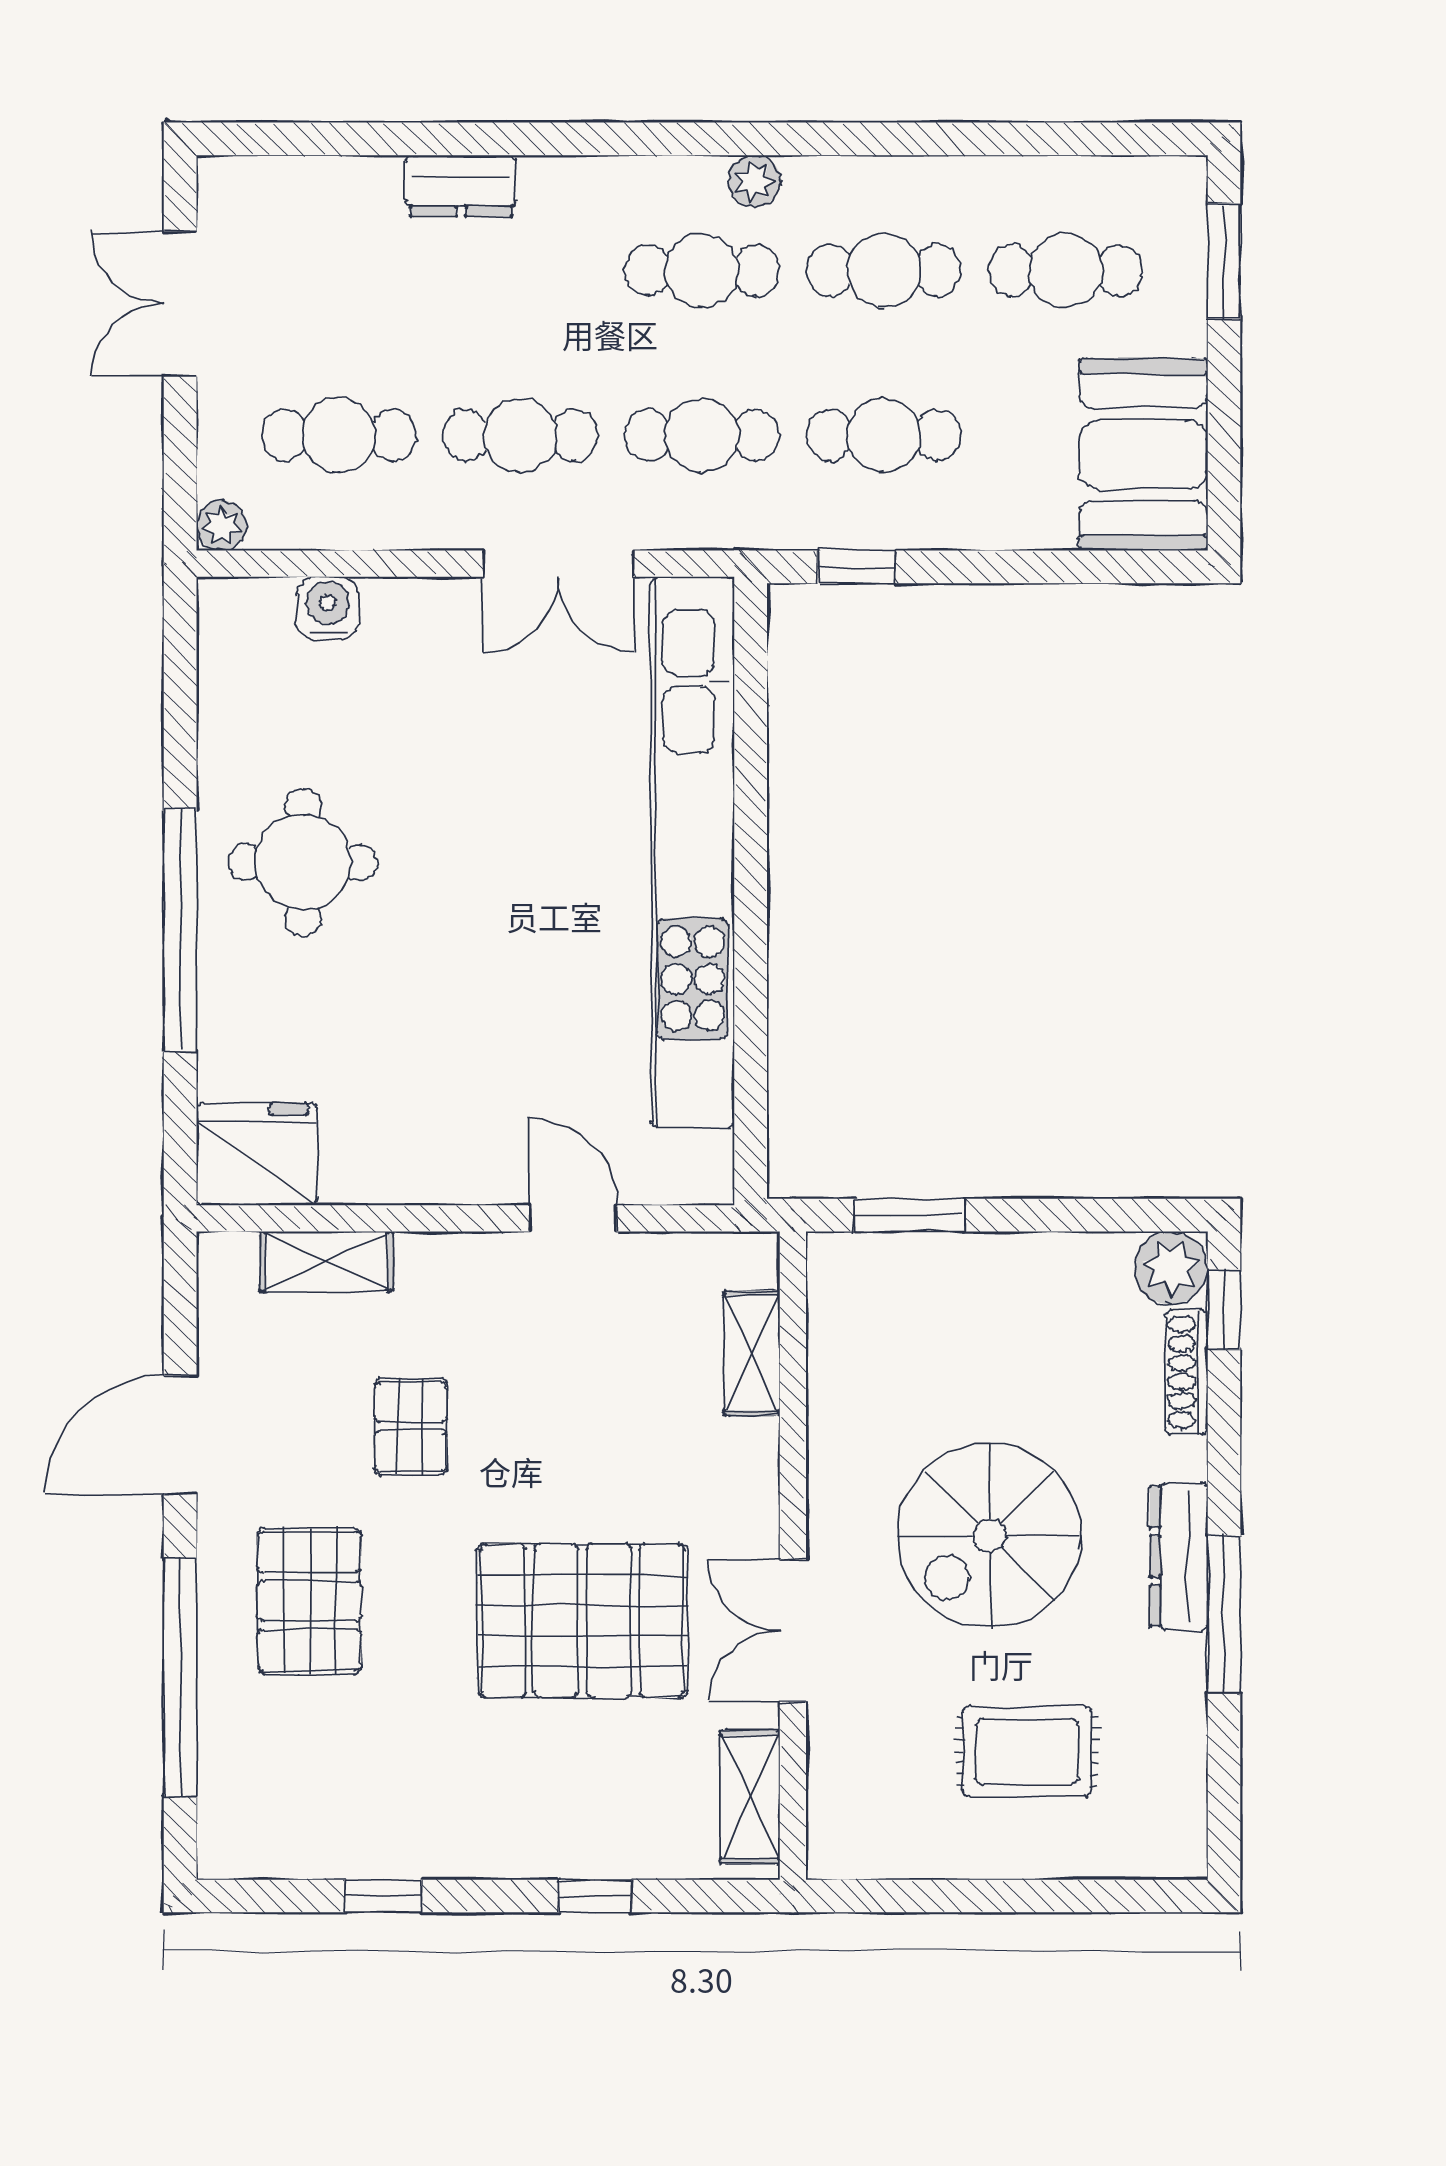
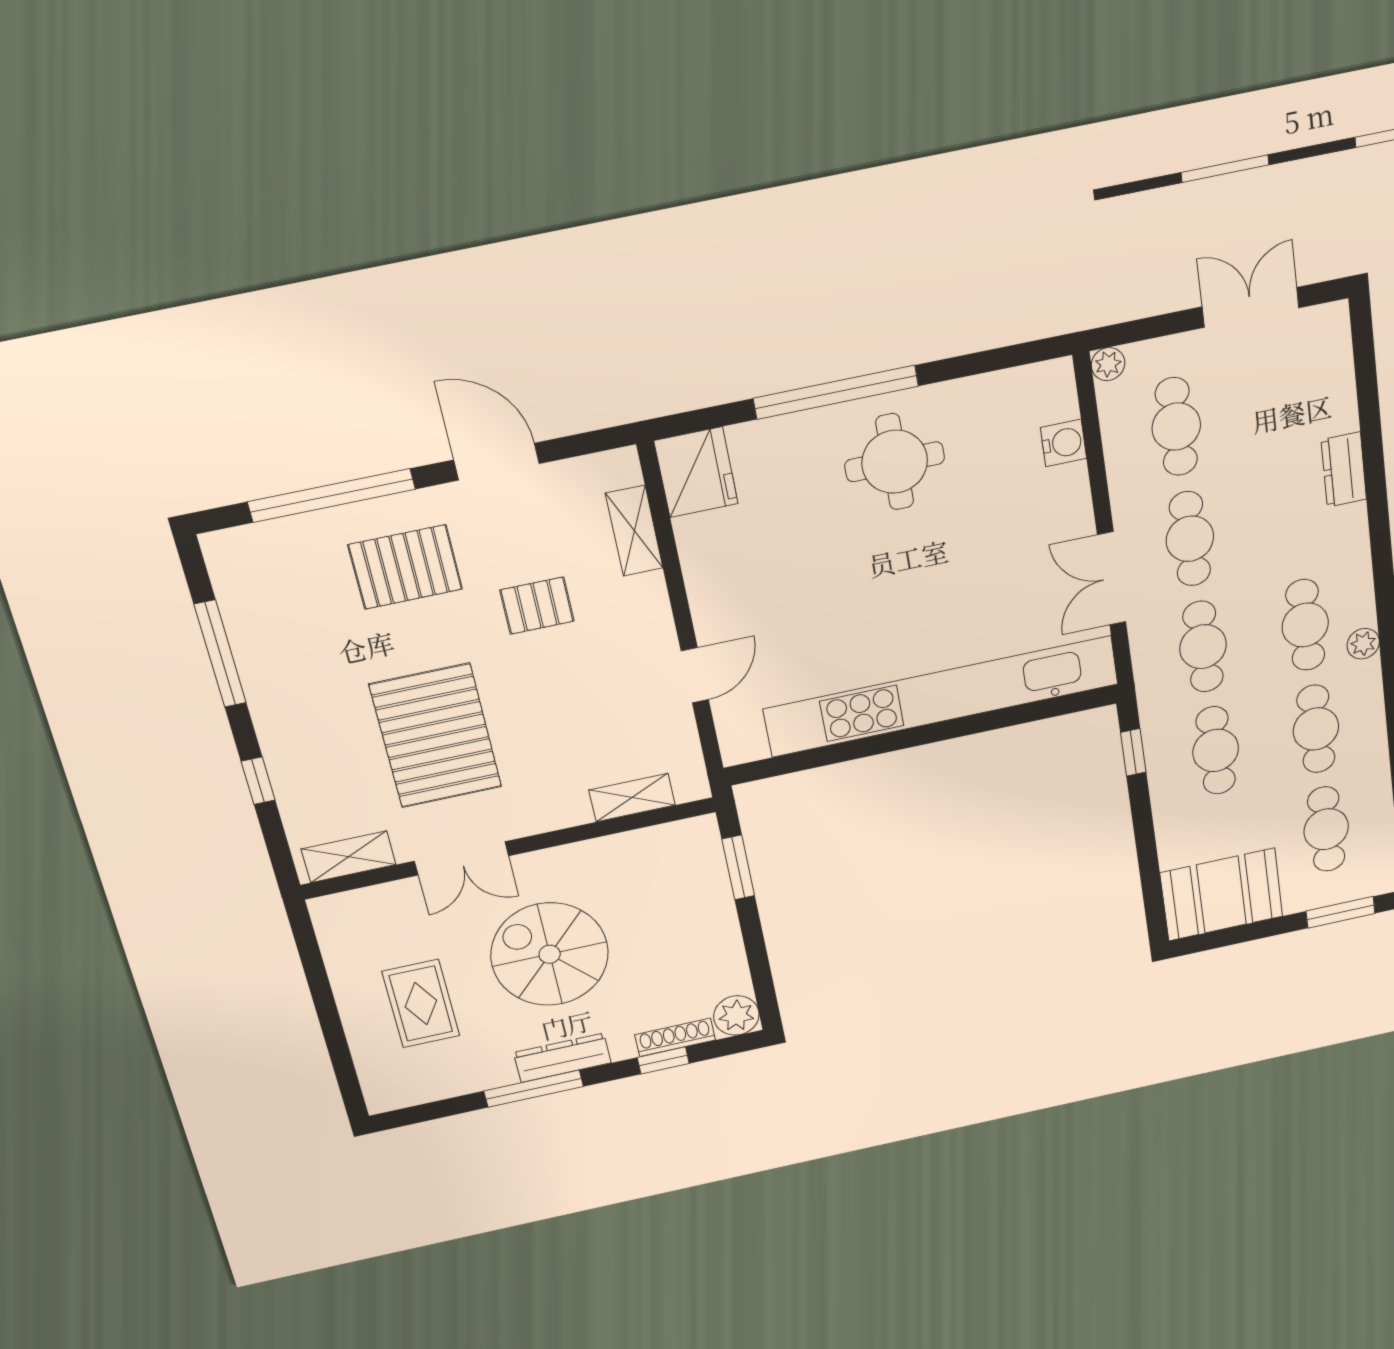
window: (1224, 1310) -> (663, 1060), moved
double door: (793, 1631) -> (461, 858), swing flipped
window: (383, 1896) -> (220, 654), width x2.17

